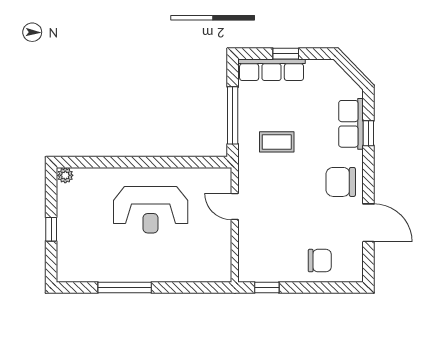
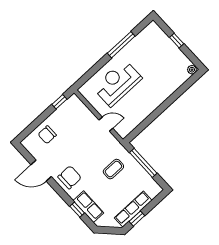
window: (286, 54) -> (137, 219), moved
row of seats: (272, 70) -> (133, 209), moved
reception desk: (151, 210) -> (117, 83), moved

